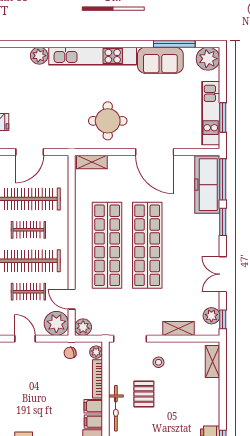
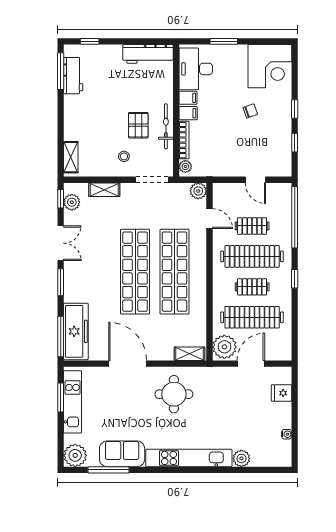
window: (223, 222) -> (61, 282), moved
plant: (56, 323) -> (224, 347), moved
chair: (70, 353) -> (250, 111), moved
bicycle: (116, 408) -> (166, 126), moved

